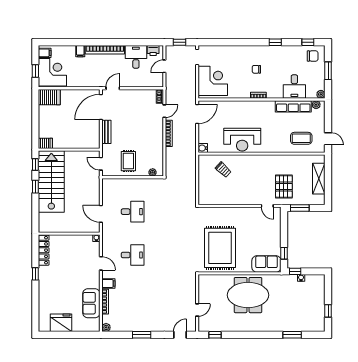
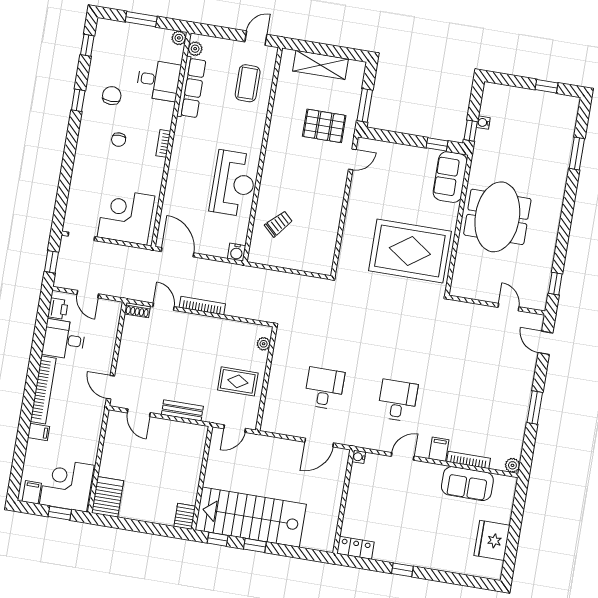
chair: (313, 56) -> (112, 96), moved
door: (101, 107) -> (139, 413), width x0.53
locker: (44, 250) -> (355, 548), width x0.66

